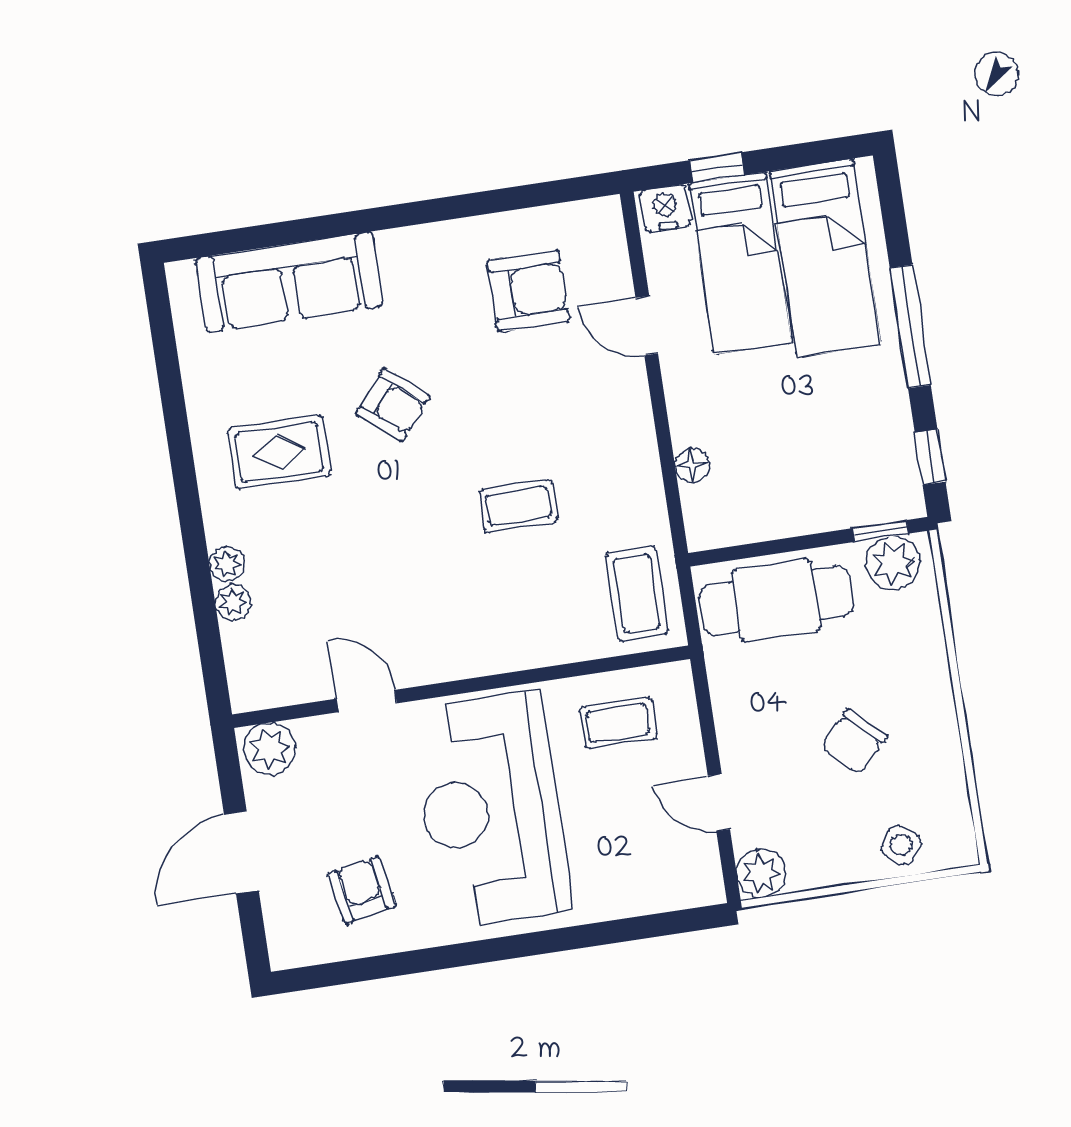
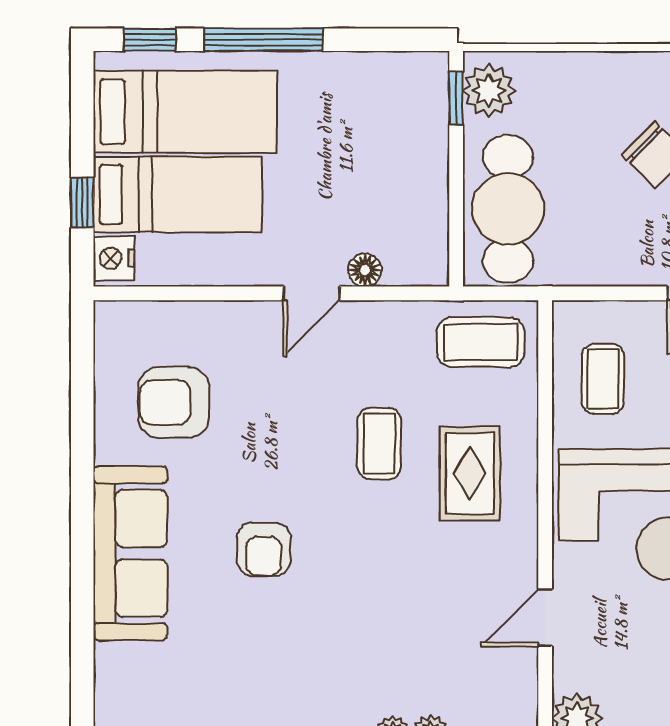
sofa: (289, 282) -> (130, 553), moved
armchair: (528, 291) -> (174, 403), turned -90
door: (647, 326) -> (312, 293), moved
armchair: (393, 405) -> (264, 549), turned 140
rug: (279, 452) -> (470, 474), moved
window: (930, 457) -> (150, 40), moved

